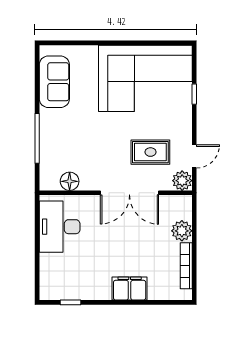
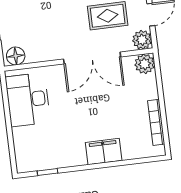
floor lamp: (70, 181) -> (16, 56), moved
plant: (182, 231) -> (145, 64), moved

